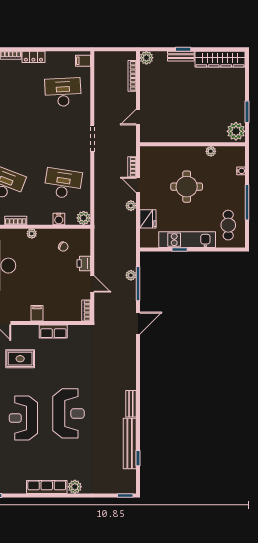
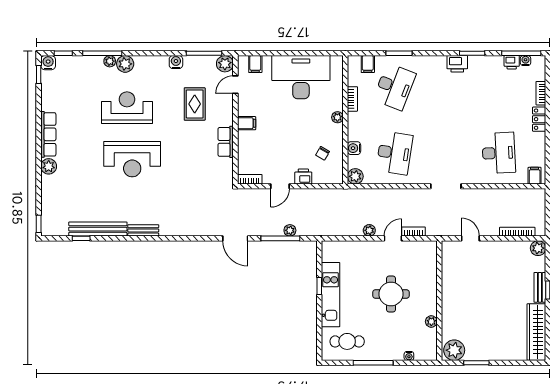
fridge: (148, 219) -> (354, 250), removed

